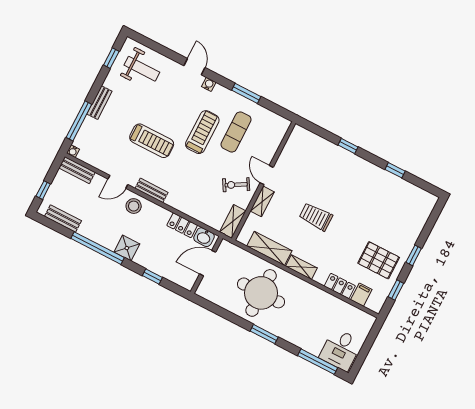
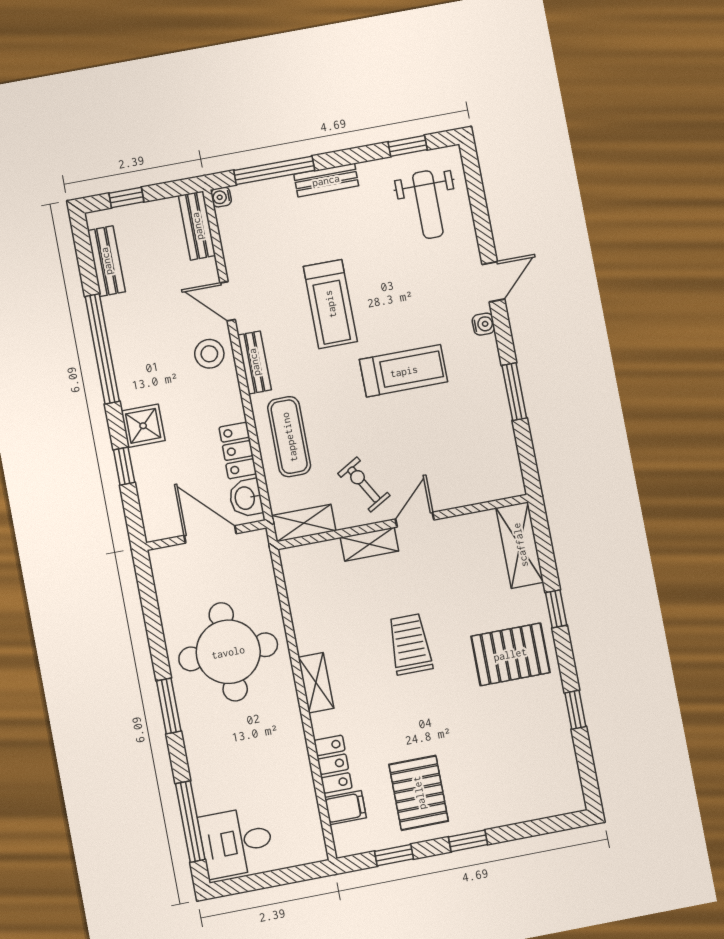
exercise mat: (236, 132) -> (289, 437), moved, turned 90
pallet: (352, 179) -> (510, 654), added
shower: (127, 248) -> (143, 426), moved
shelving: (269, 248) -> (520, 545), moved

